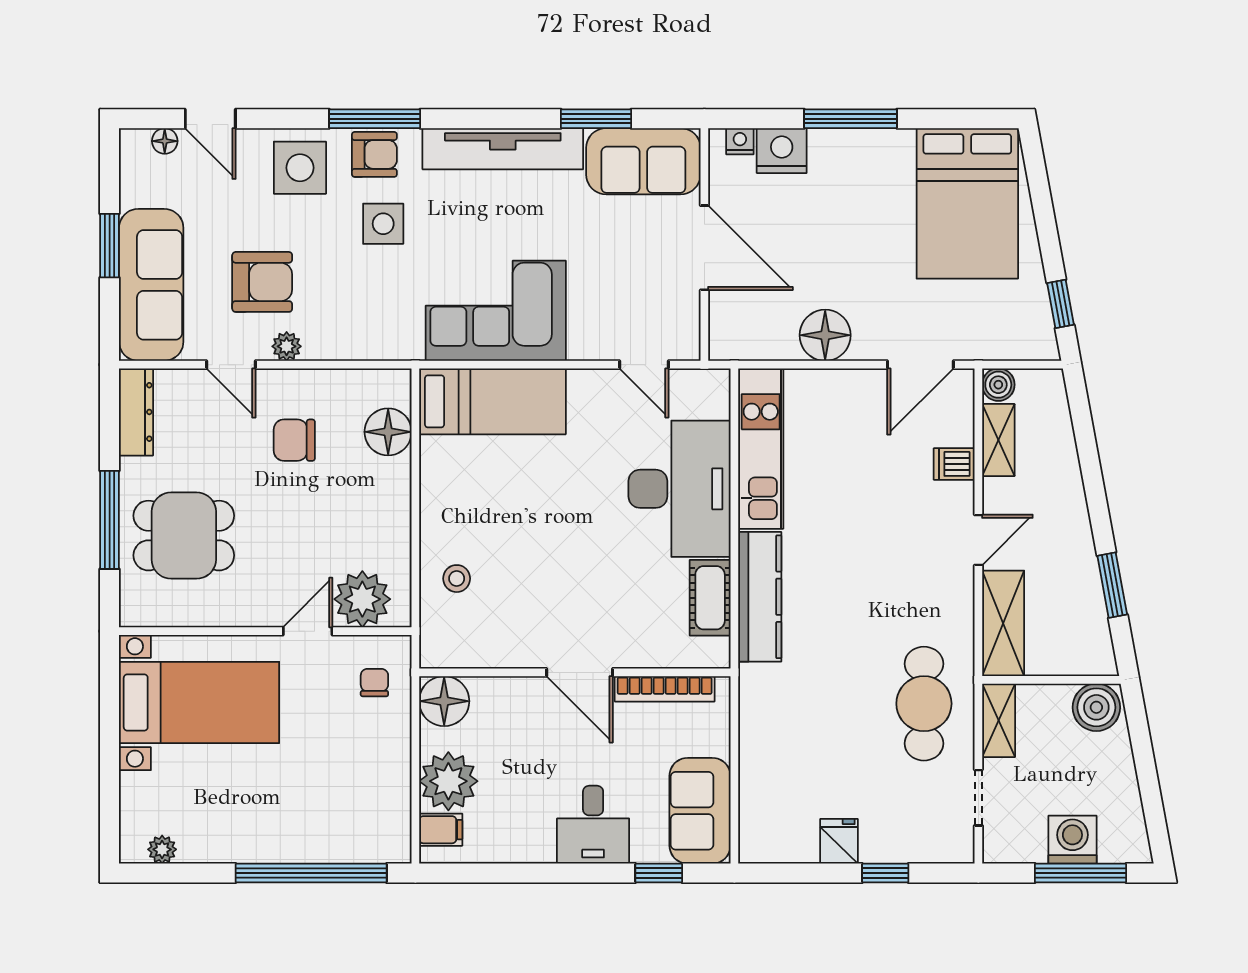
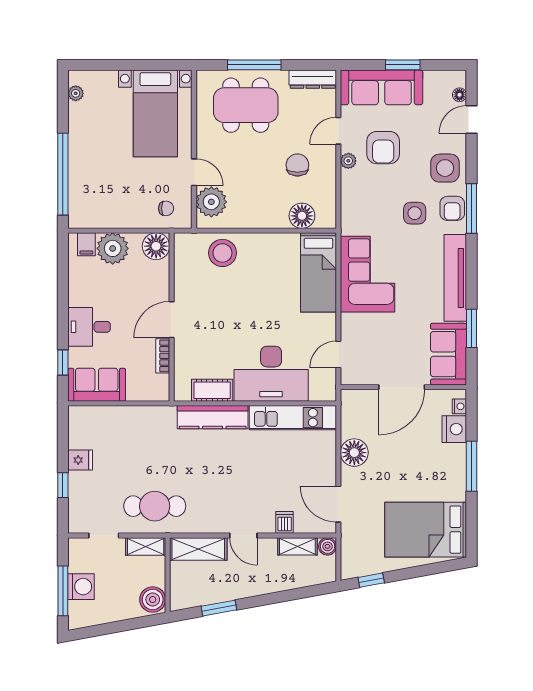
dining table: (184, 536) -> (246, 105), width x1.37
stool: (457, 579) -> (222, 253), width x1.89, depth x1.89
bookcase: (665, 689) -> (163, 356), width x0.64

